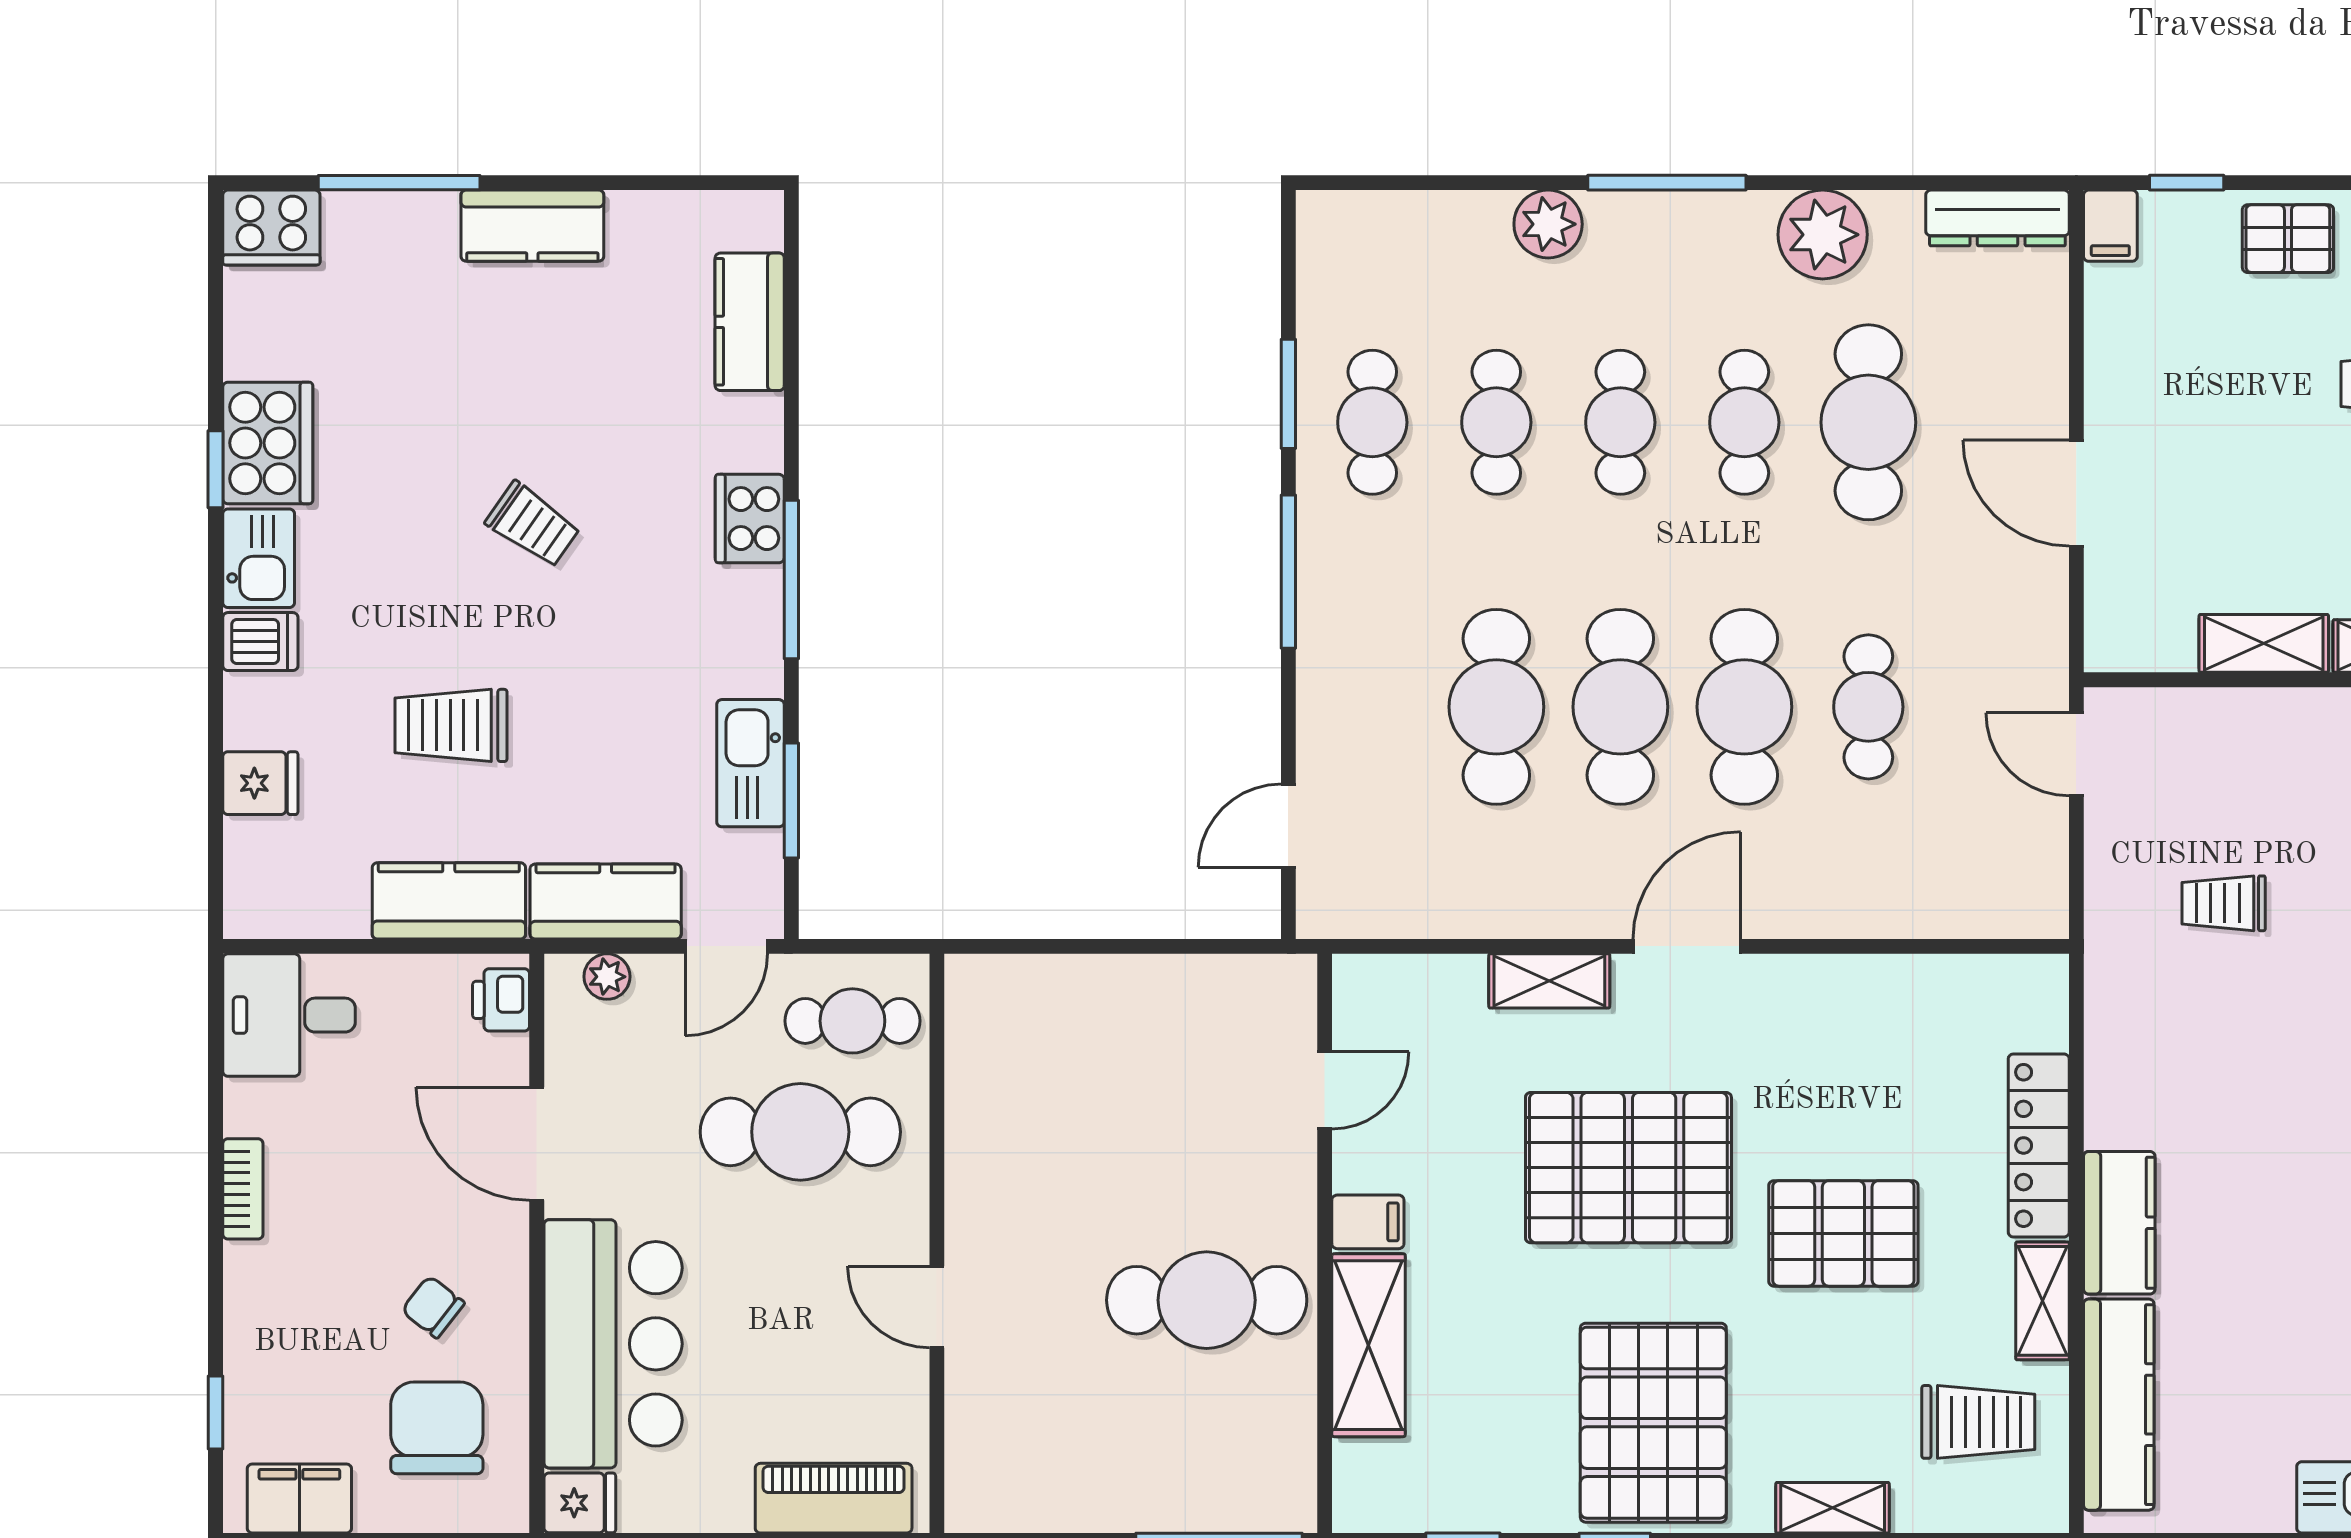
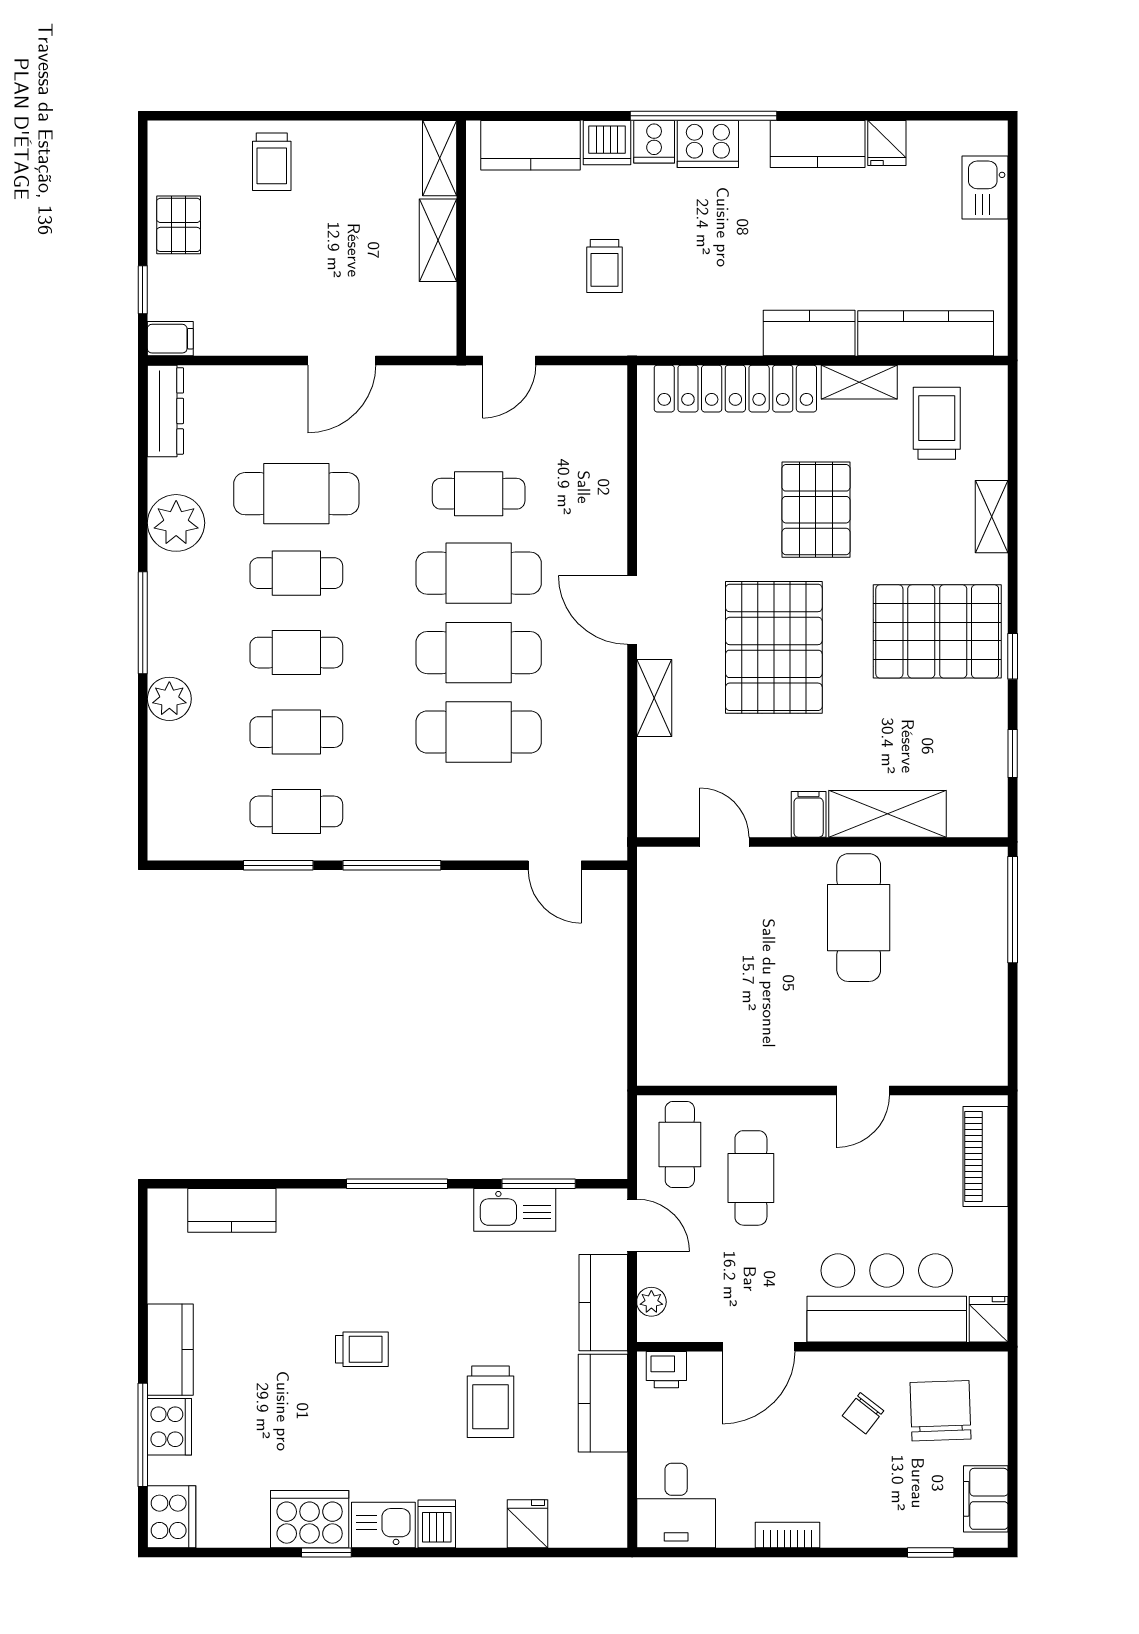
cooker: (750, 519) -> (169, 1427), moved, turned -90
trolley: (533, 525) -> (362, 1349), turned 55
cafe table: (800, 1132) -> (751, 1178), width x0.73, depth x0.74
locker: (2039, 1145) -> (735, 389), width x1.41, depth x1.21
chair: (437, 1428) -> (941, 1411), turned 88

